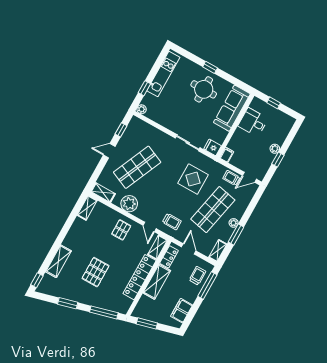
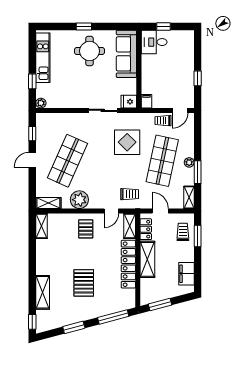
desk: (253, 122) -> (154, 42), moved
plant: (275, 149) -> (189, 70), removed
door: (150, 227) -> (111, 211), hinge flipped
window: (207, 286) -> (198, 236), width x0.69

